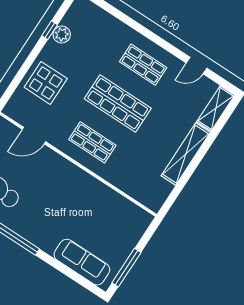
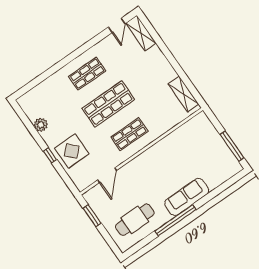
window: (50, 30) -> (50, 155), moved
door: (197, 66) -> (117, 25), moved
shelving: (186, 154) -> (183, 94), moved, width x0.68
sofa: (82, 262) -> (187, 197), moved

